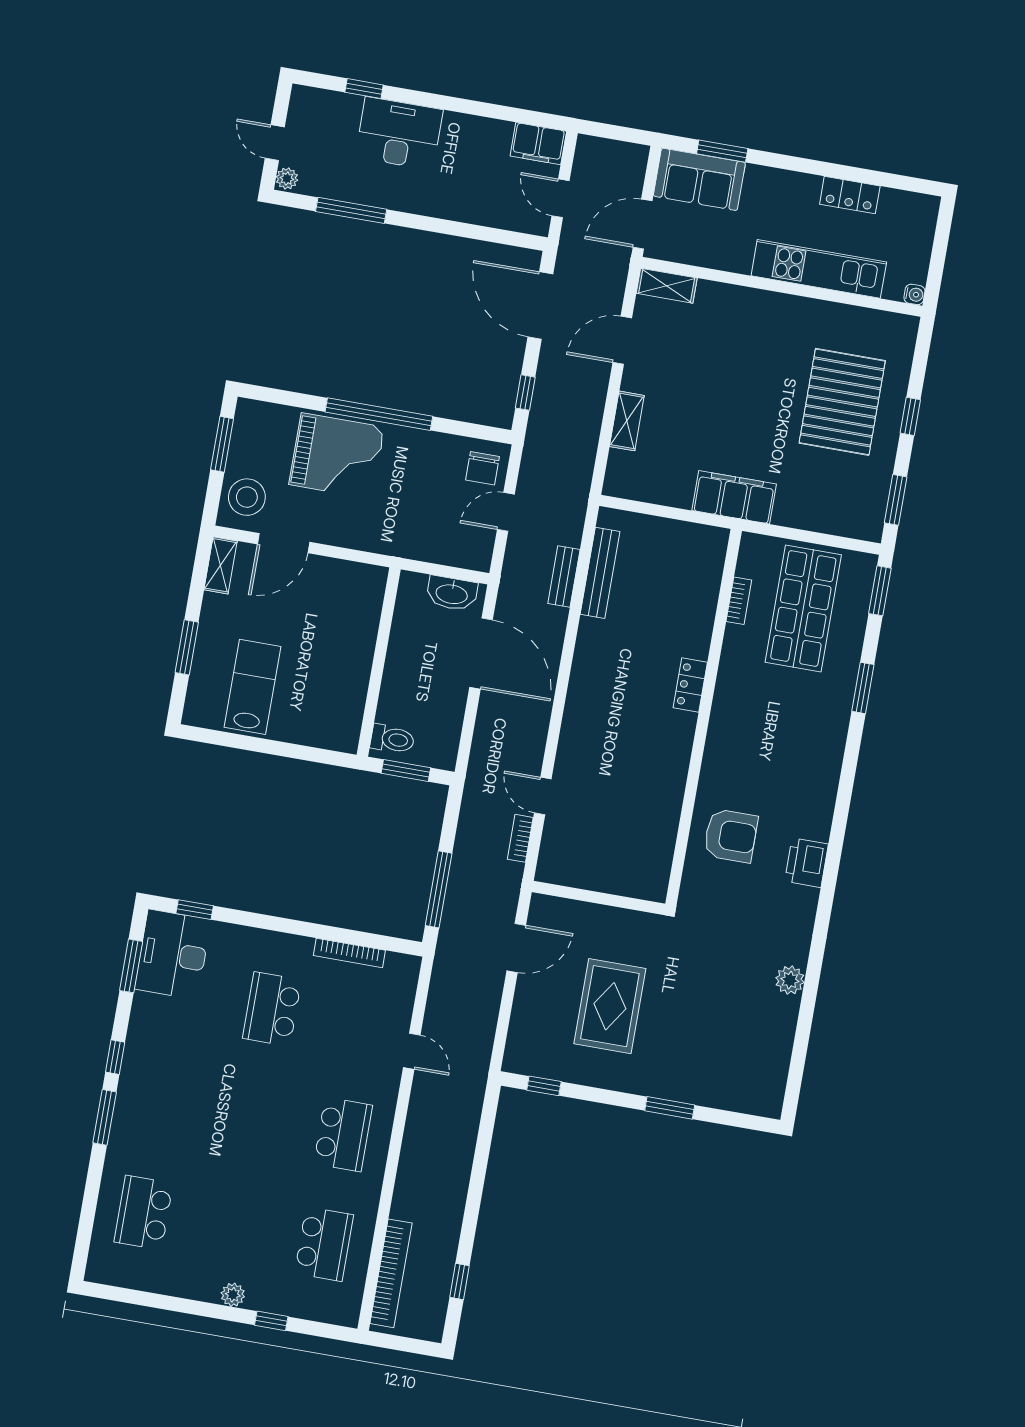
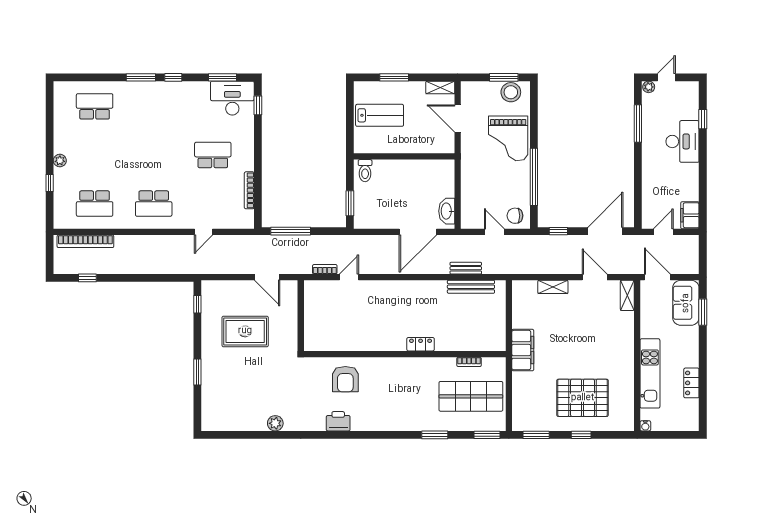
window: (379, 414) -> (534, 177), moved
stool: (247, 497) -> (511, 92), moved
wall: (379, 662) -> (404, 156), moved
toilet: (392, 739) -> (365, 171), moved

